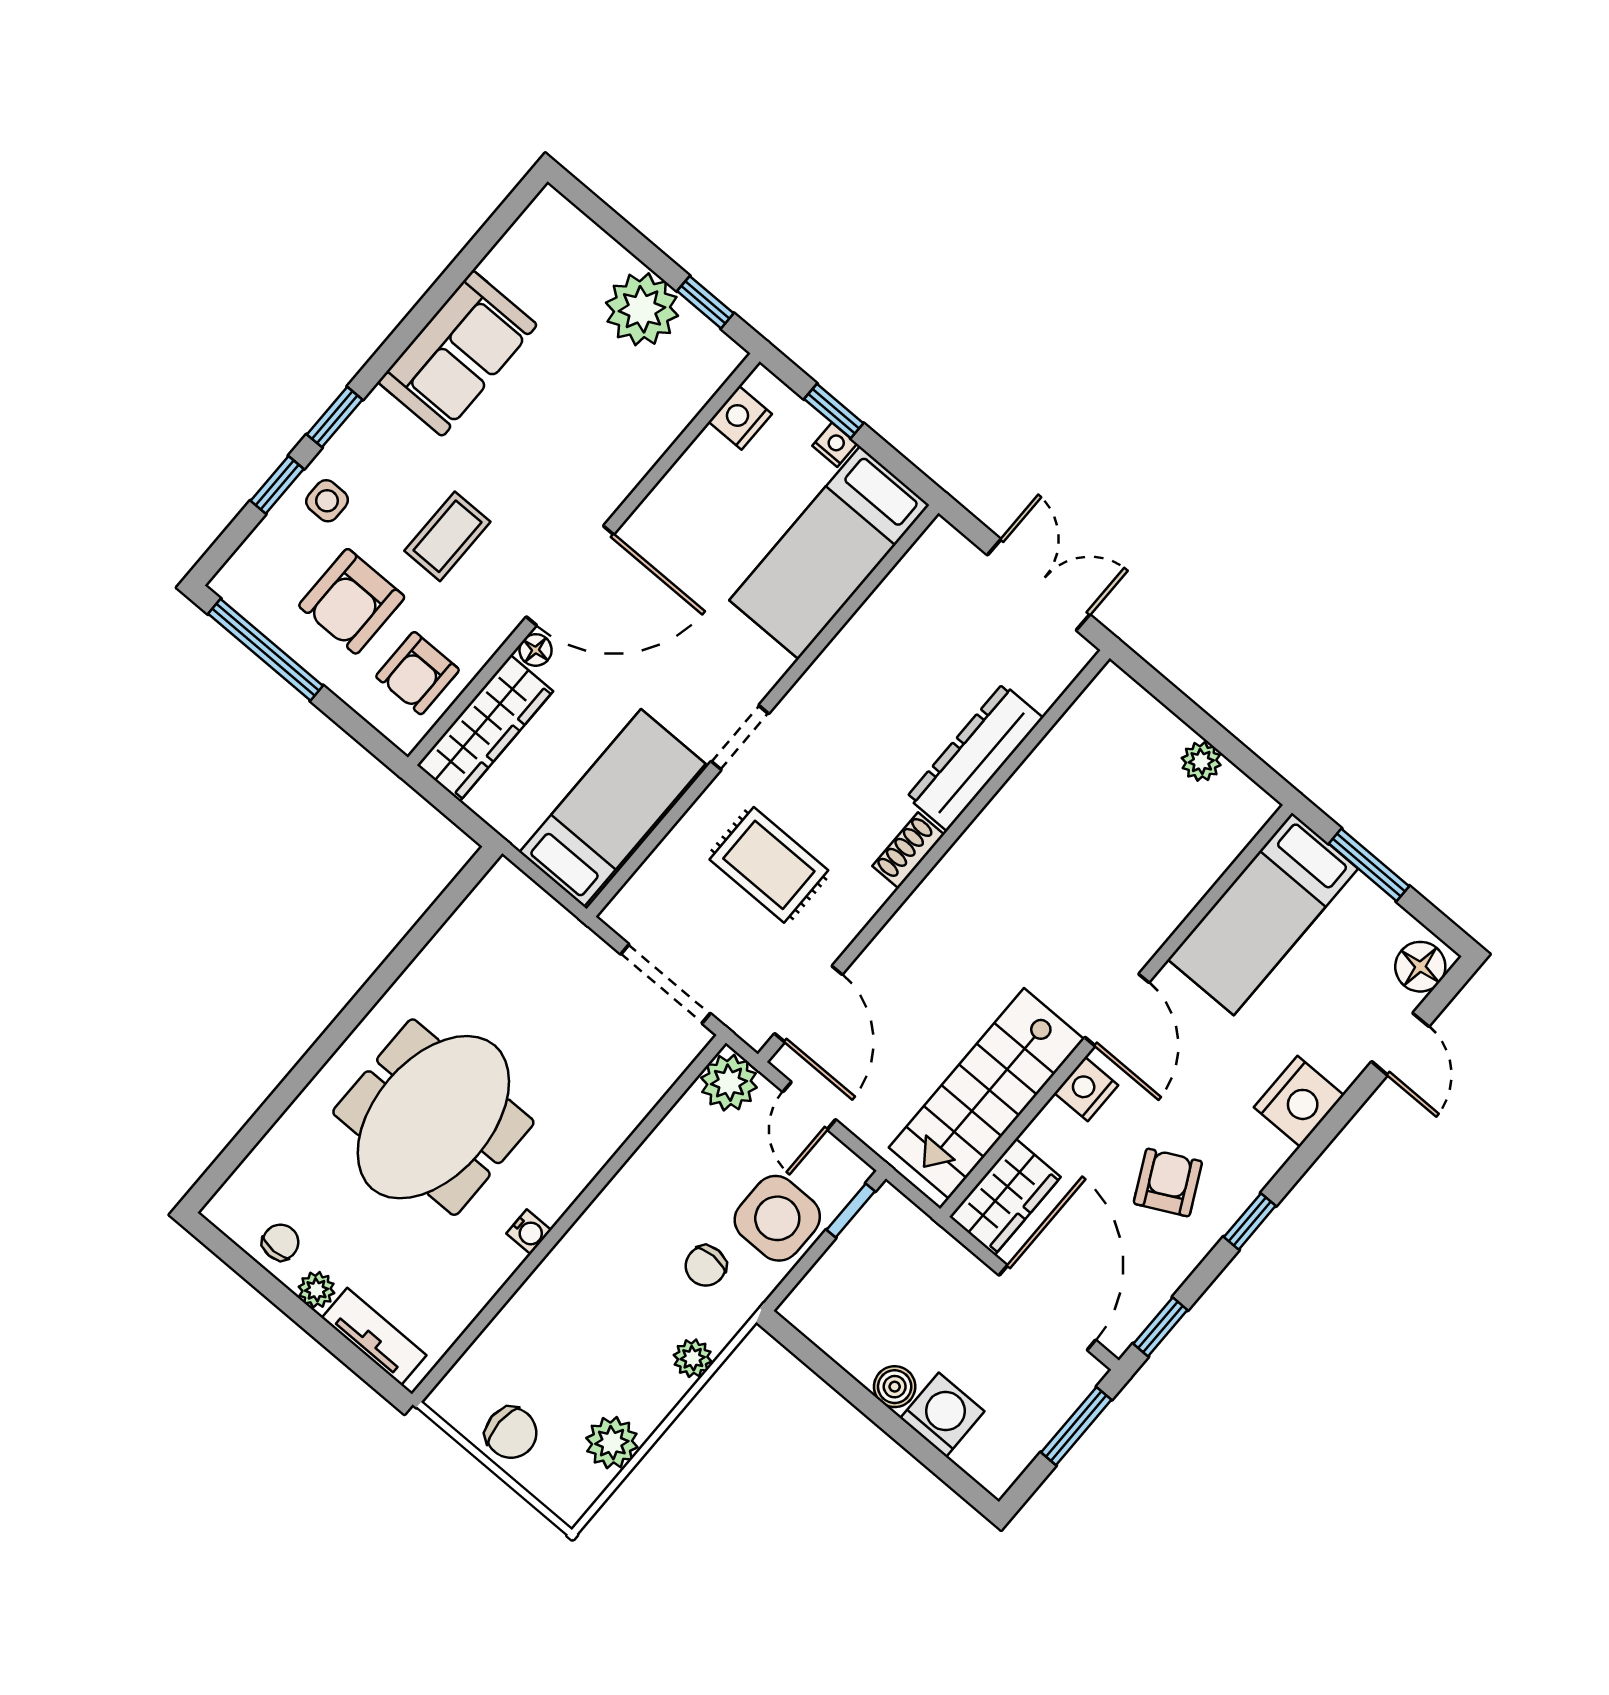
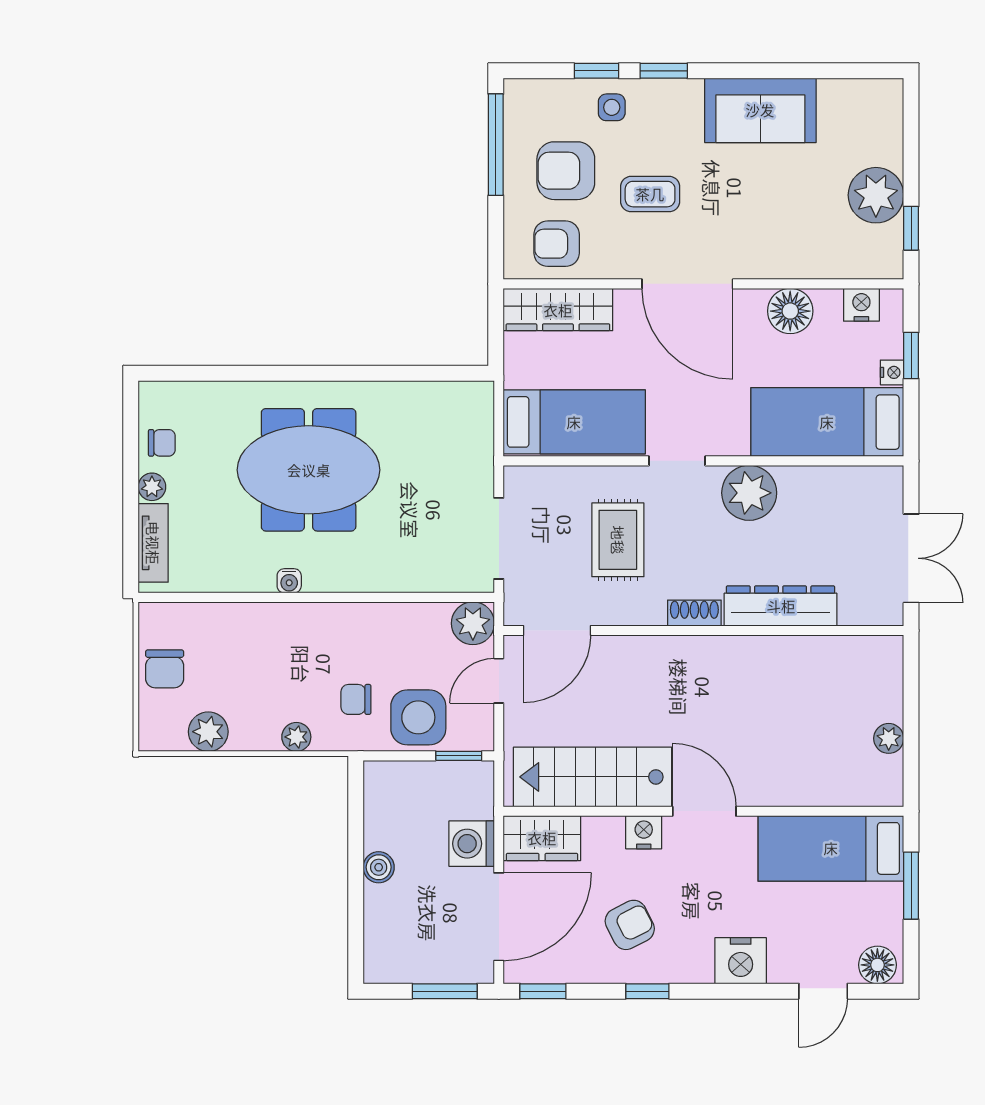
floor lamp: (536, 650) -> (790, 311), moved, width x1.89, depth x1.89
plant: (834, 692) -> (749, 493), added
door: (1117, 1010) -> (704, 811), swing flipped
washing machine: (942, 1415) -> (472, 844), moved, turned 180

